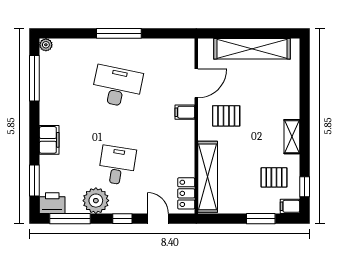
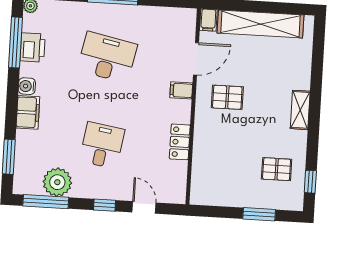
water cooler: (47, 117) -> (27, 86), added
shelving: (292, 137) -> (300, 110), moved
shelving: (208, 177) -> (202, 164), removed
locker: (186, 193) -> (180, 142), moved
plant: (96, 201) -> (57, 182), moved
printer: (52, 203) -> (33, 47), moved, turned 90
filing cabinet: (290, 206) -> (208, 20), moved, turned -90

